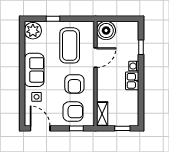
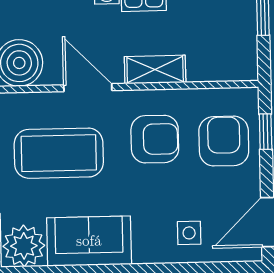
sofa: (34, 70) -> (89, 241), moved
shelving: (102, 114) -> (155, 70), moved

